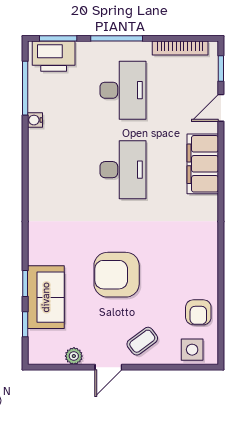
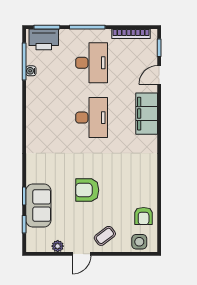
water cooler: (35, 120) -> (31, 71), moved
armchair: (117, 275) -> (87, 190), width x0.73, depth x0.73

